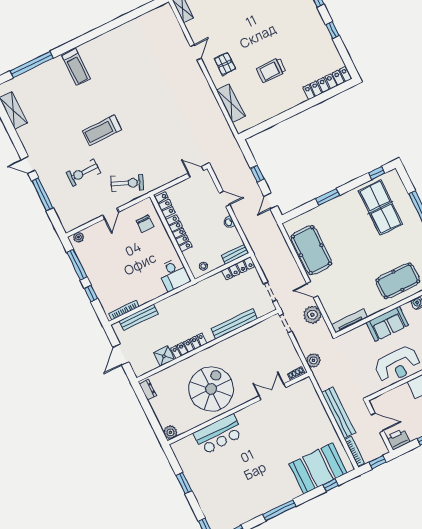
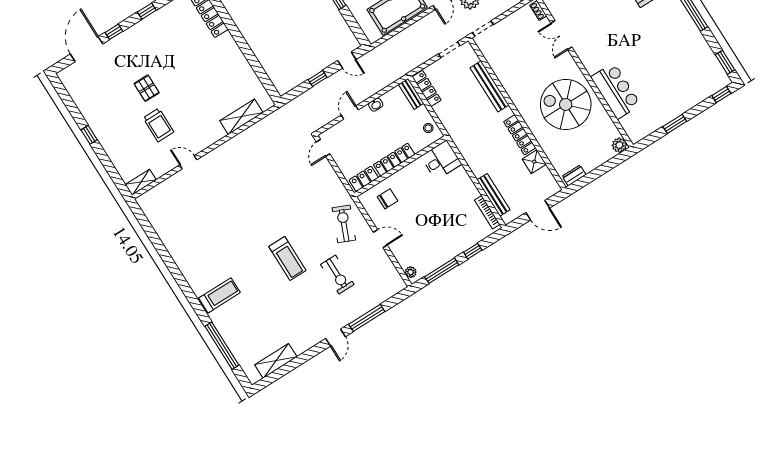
pallet: (225, 64) -> (147, 88), moved, turned 90
trolley: (271, 70) -> (158, 125), moved

